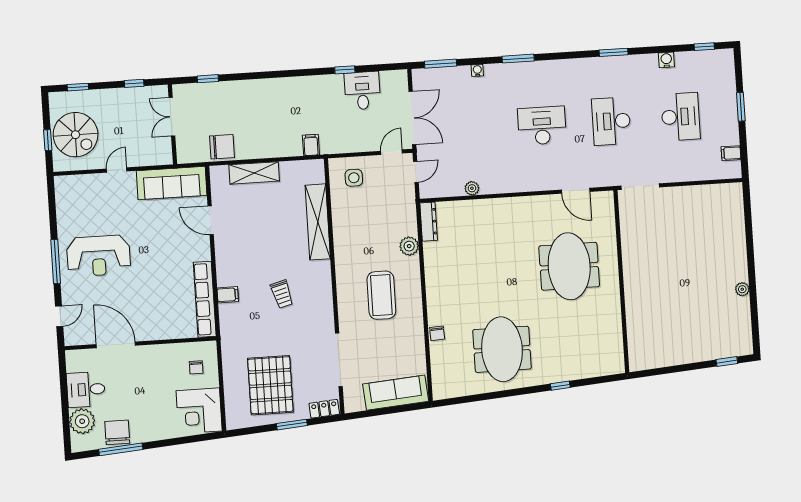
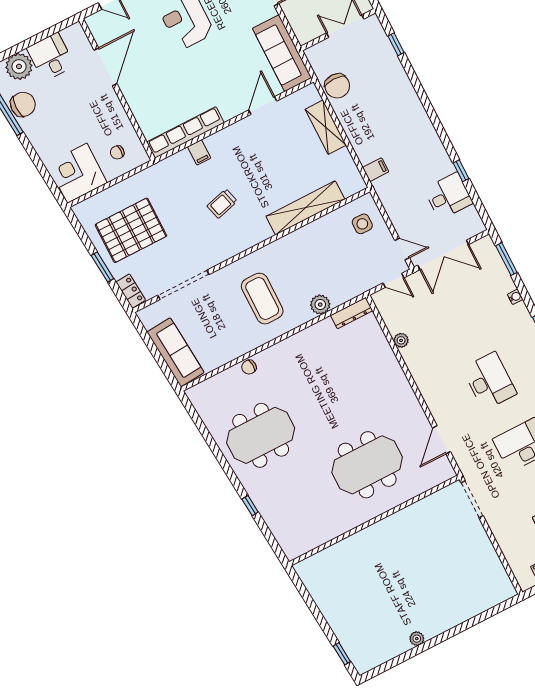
coffee table: (381, 295) -> (262, 299), turned 90

